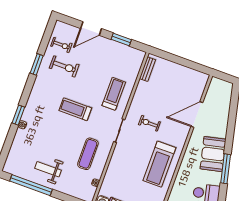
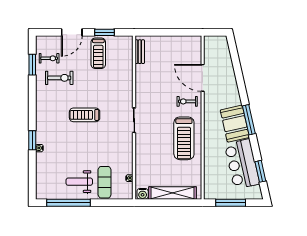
window: (37, 64) -> (32, 65), moved
treadmill: (114, 94) -> (98, 53), moved, turned 180
door: (197, 114) -> (203, 78), hinge flipped
exercise bike: (149, 123) -> (187, 101), moved
exercise mat: (88, 154) -> (105, 182), moved
booth: (213, 154) -> (235, 124), moved

